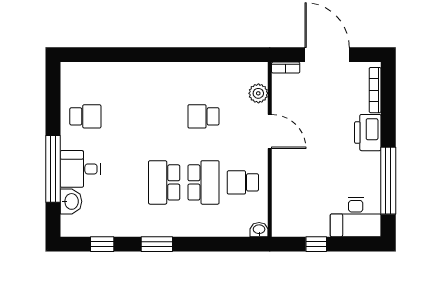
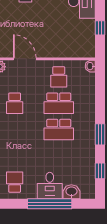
door: (270, 131) -> (25, 59), hinge flipped
school desk: (204, 182) -> (59, 103), turned 180

